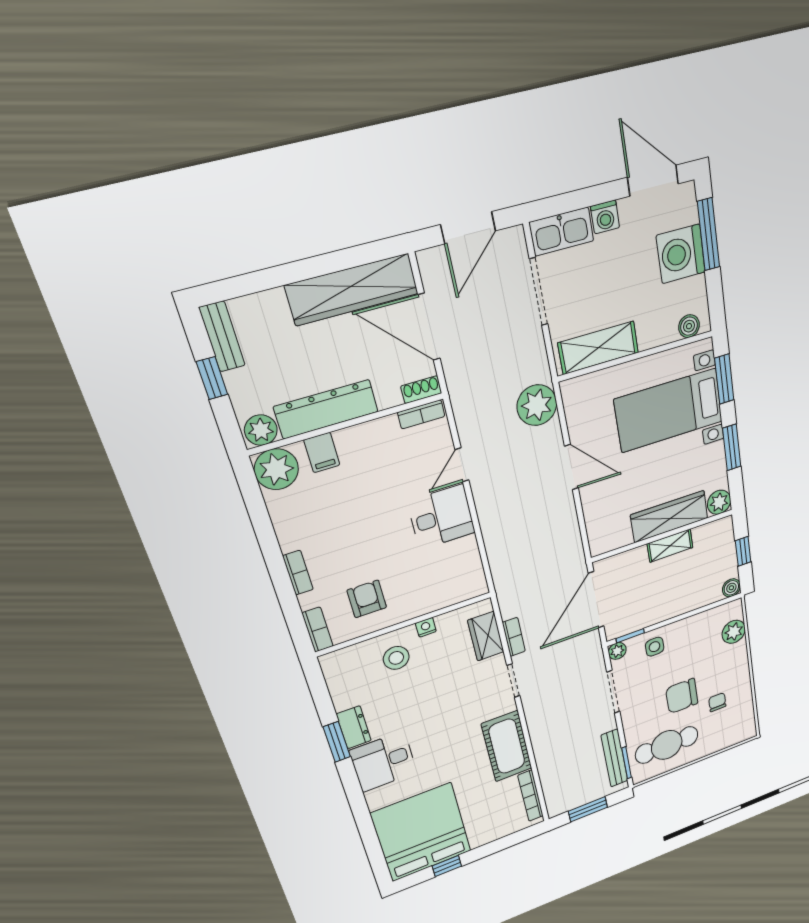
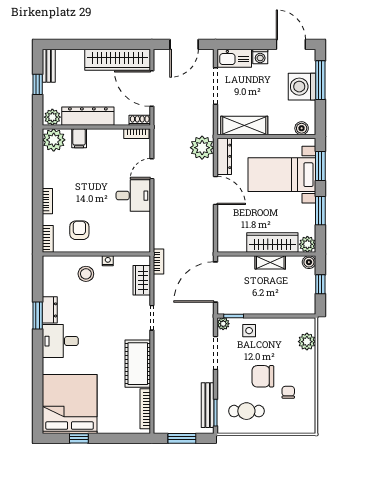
dresser: (575, 409) -> (224, 156), added
boiler: (731, 588) -> (309, 262), moved
bookcase: (514, 637) -> (159, 261), moved
cafe table: (667, 745) -> (246, 411), width x0.73, depth x0.74

